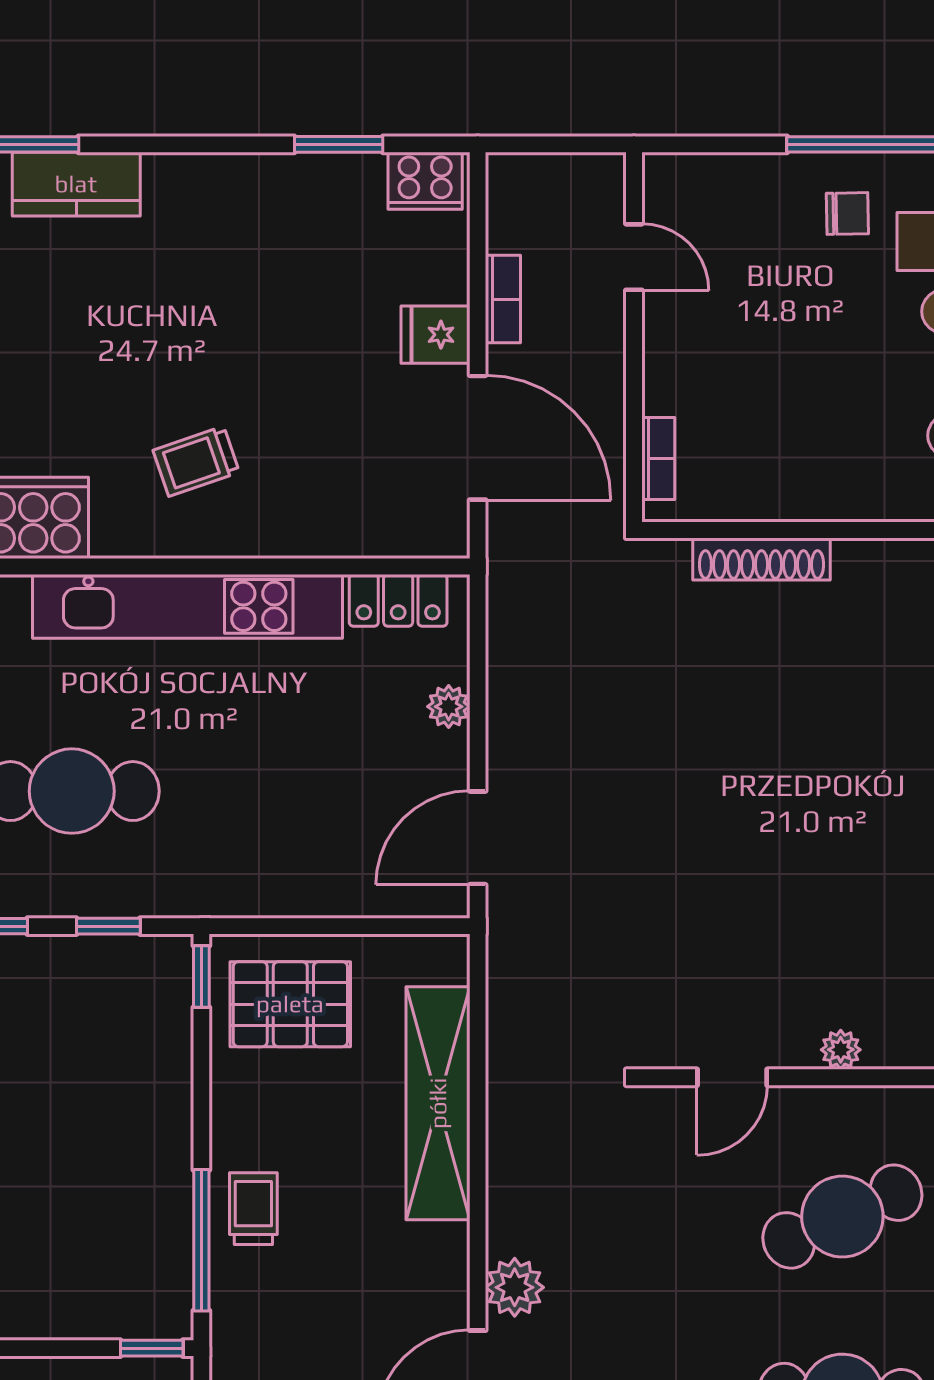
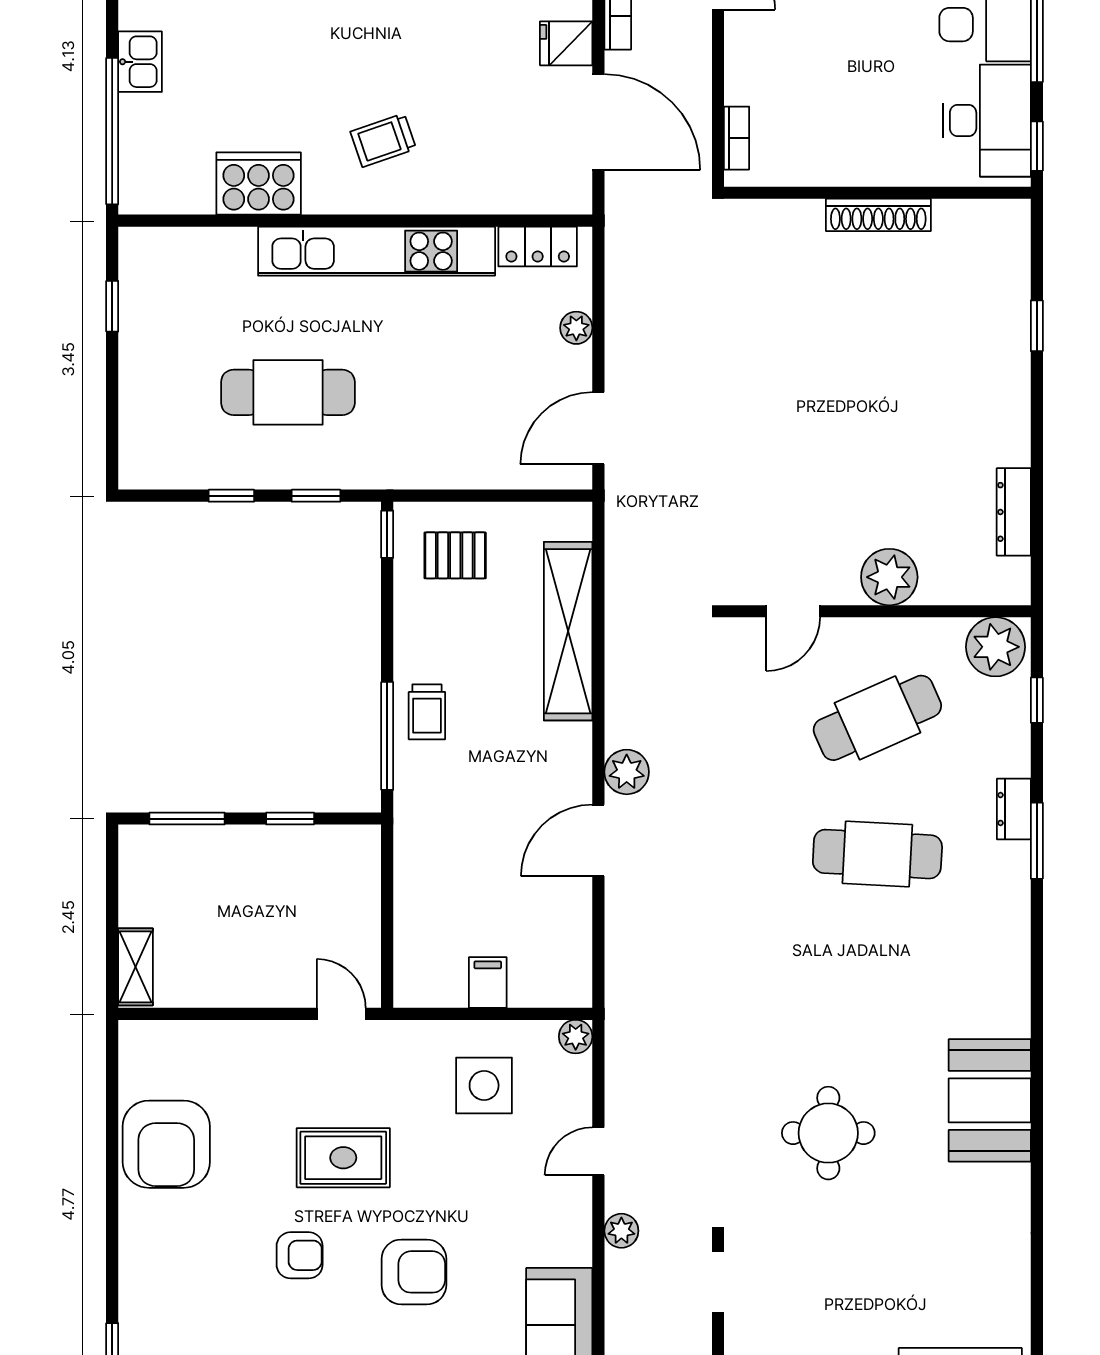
shoe rack: (761, 559) -> (878, 215), moved
pallet: (290, 1004) -> (455, 555), width x0.67, depth x0.71
plant: (841, 1050) -> (889, 577), width x1.87, depth x1.87
trolley: (253, 1209) -> (427, 712), turned 180
window: (152, 1348) -> (290, 819), moved

